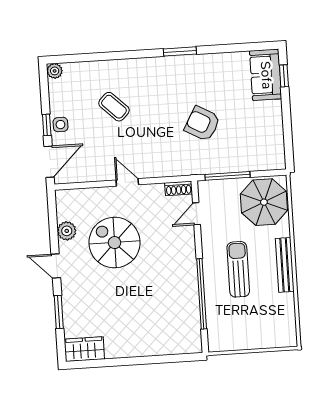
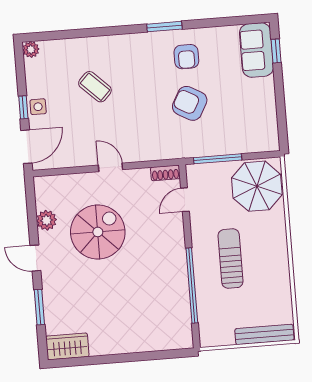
armchair: (200, 80) -> (186, 57), added
spiral stairs: (114, 243) -> (98, 232), turned 90
bench: (285, 265) -> (264, 334), moved, turned 90

